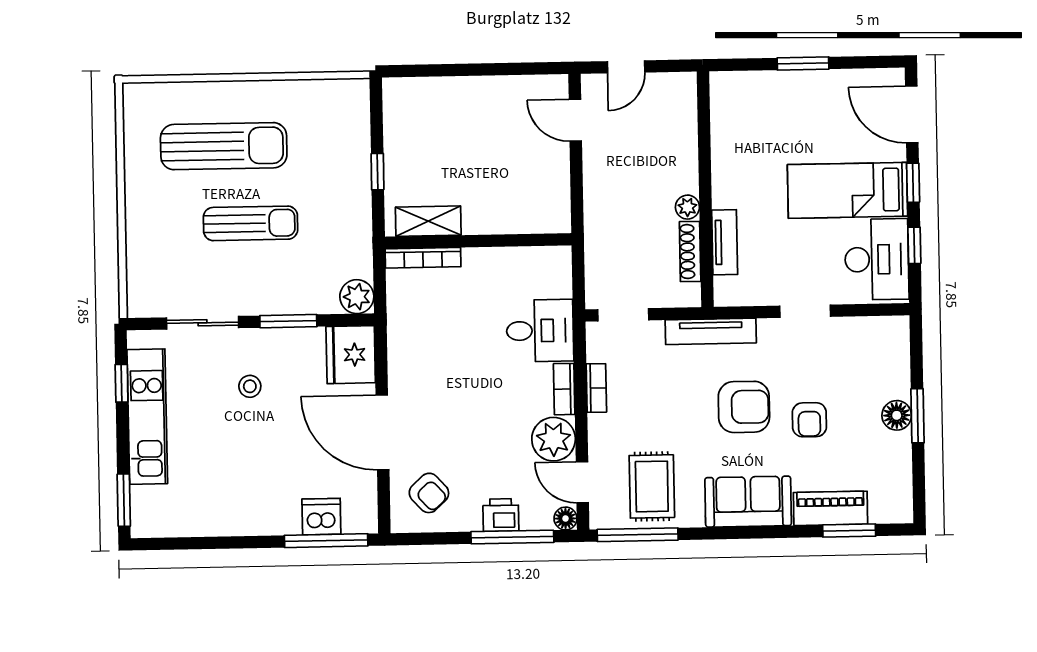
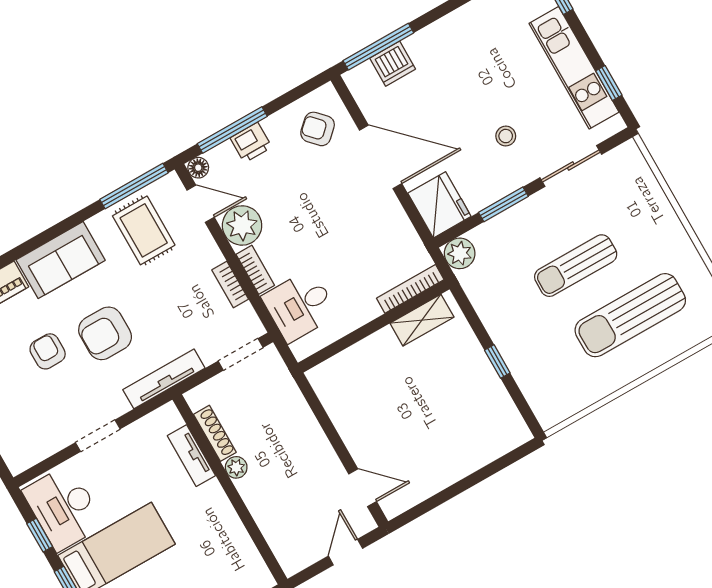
shelving: (428, 221) -> (422, 320), moved
wall: (478, 241) -> (374, 326), moved
bookcase: (423, 258) -> (410, 289), moved

